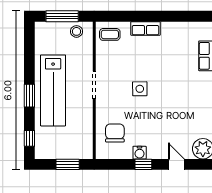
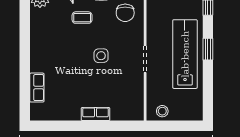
window: (62, 16) -> (176, 126), removed
coffee table: (110, 34) -> (82, 18), moved

